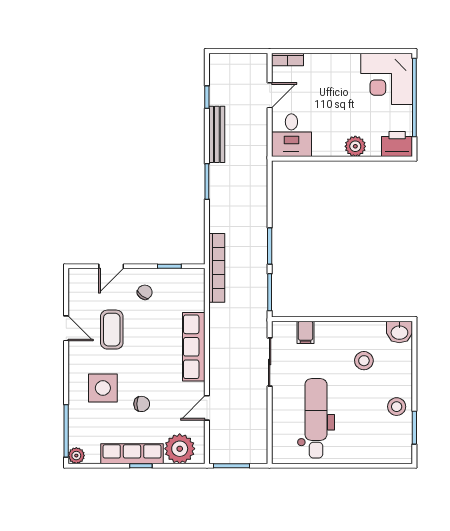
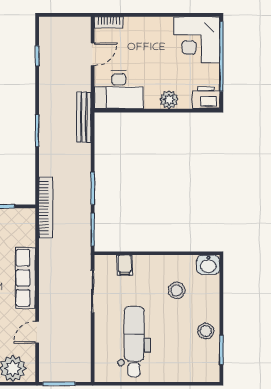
bench: (217, 134) -> (84, 117), moved
desk: (291, 135) -> (119, 90), width x1.37

